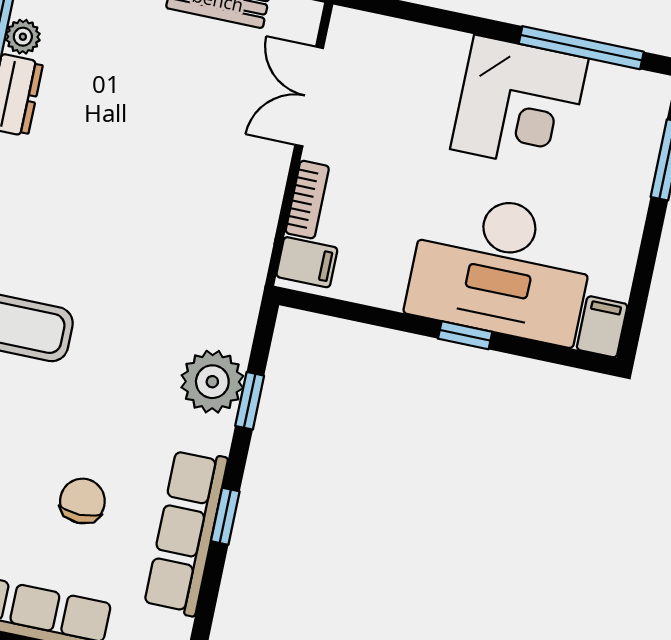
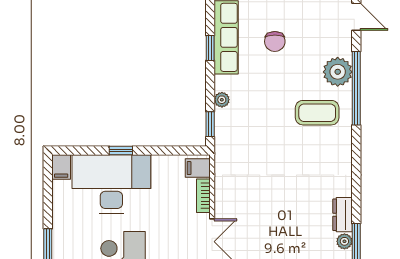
plant: (212, 382) -> (222, 100), width x0.53, depth x0.53
window: (250, 401) -> (210, 124), moved

